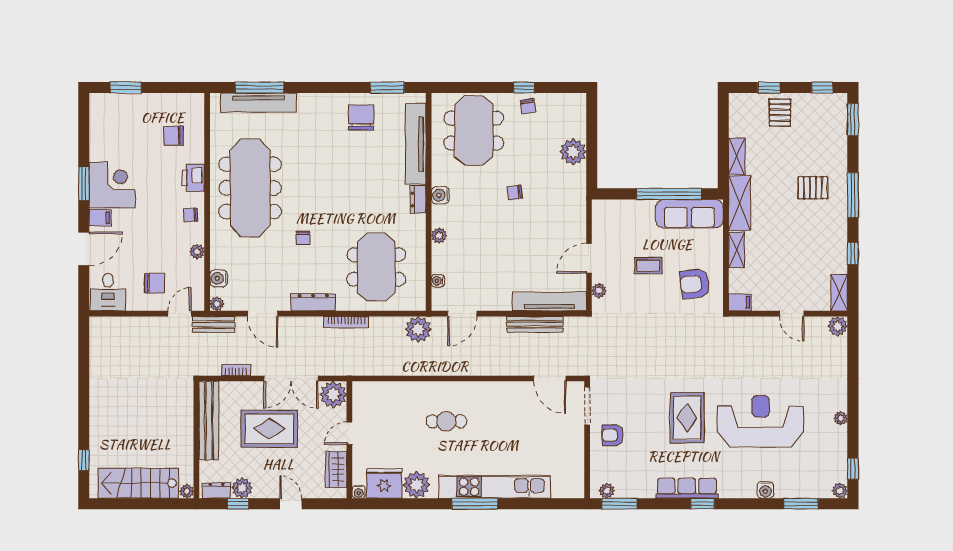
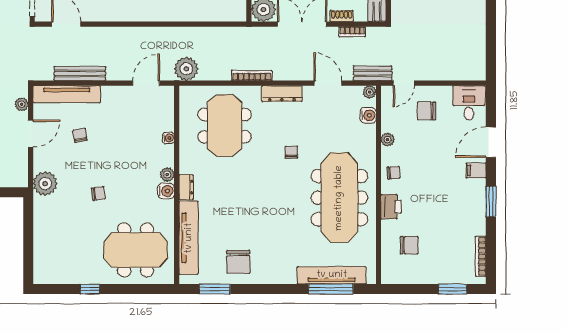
chair: (528, 106) -> (80, 135), moved
bookcase: (95, 123) -> (481, 256), added
meeting table: (474, 131) -> (136, 250), turned 90
plant: (573, 152) -> (45, 184), moved
corner desk: (112, 185) -> (465, 200), removed
plant: (439, 236) -> (167, 175), moved
water cooler: (438, 281) -> (168, 138), moved
shoe rack: (248, 387) -> (342, 16), added

